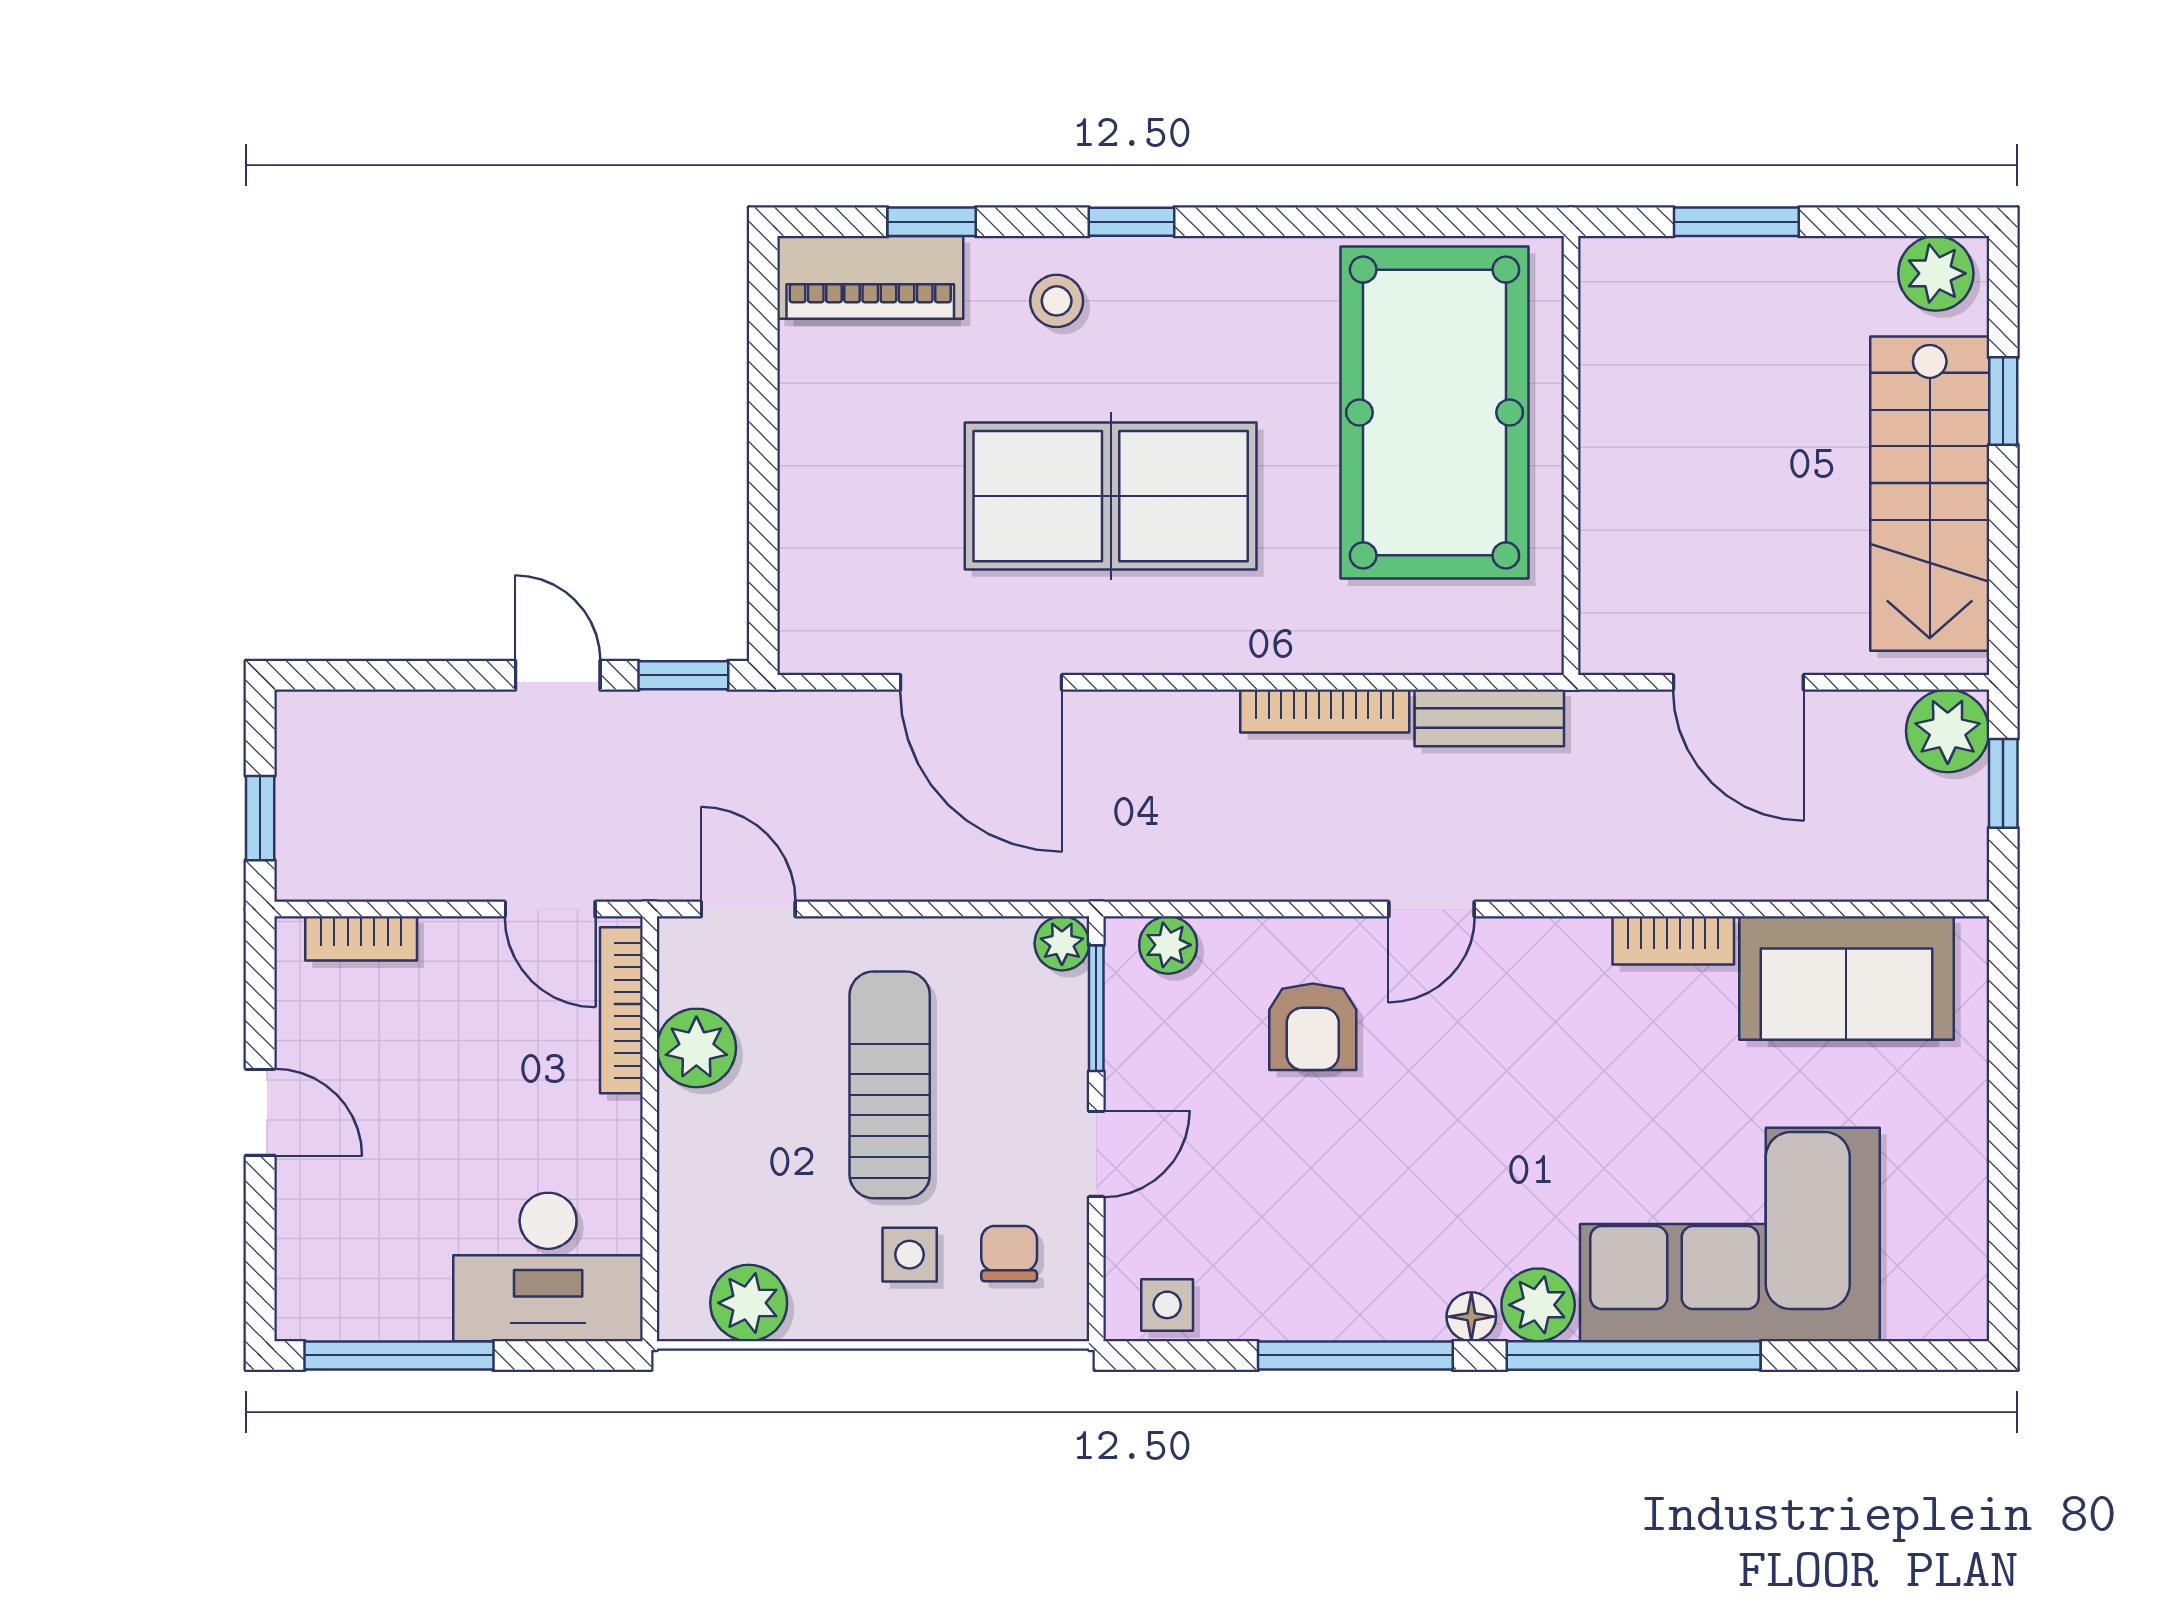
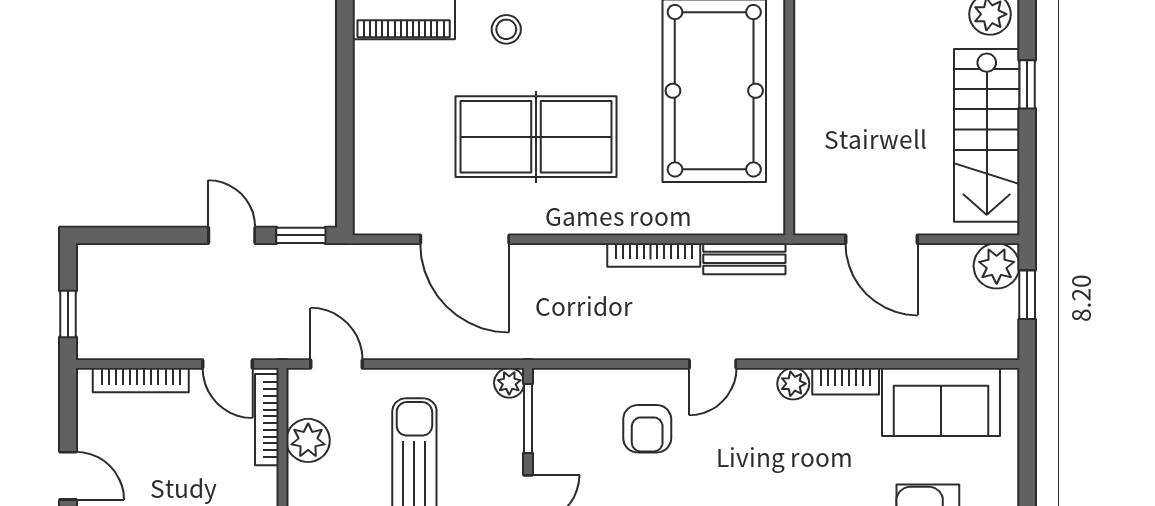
bookcase: (361, 938) -> (141, 380), width x1.56
plant: (1168, 945) -> (793, 384), moved

